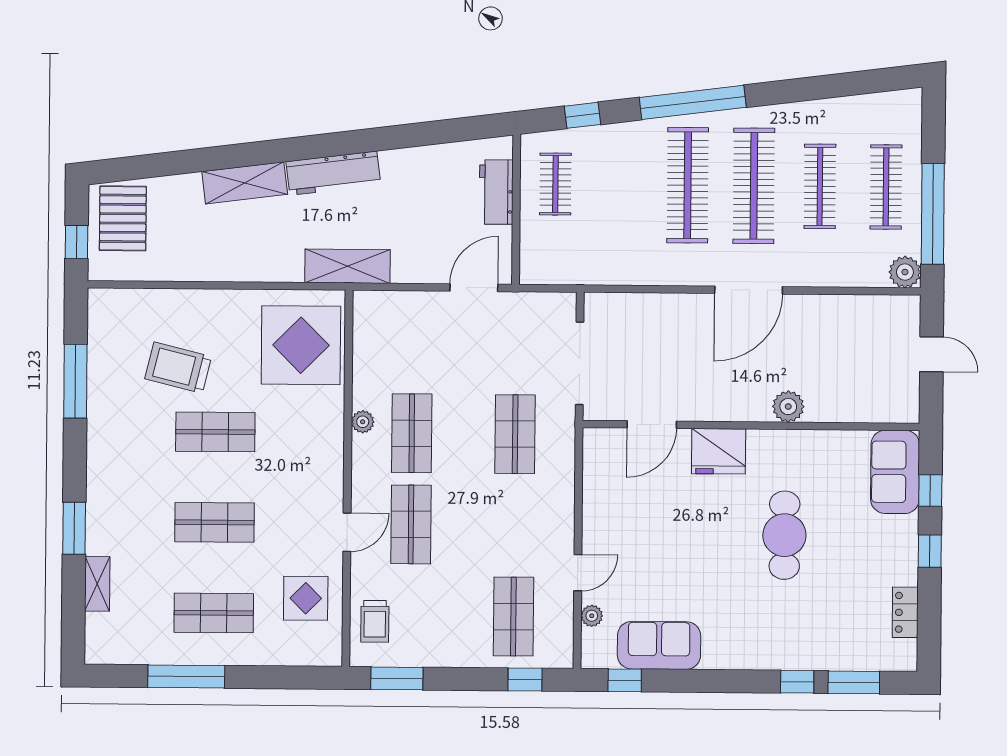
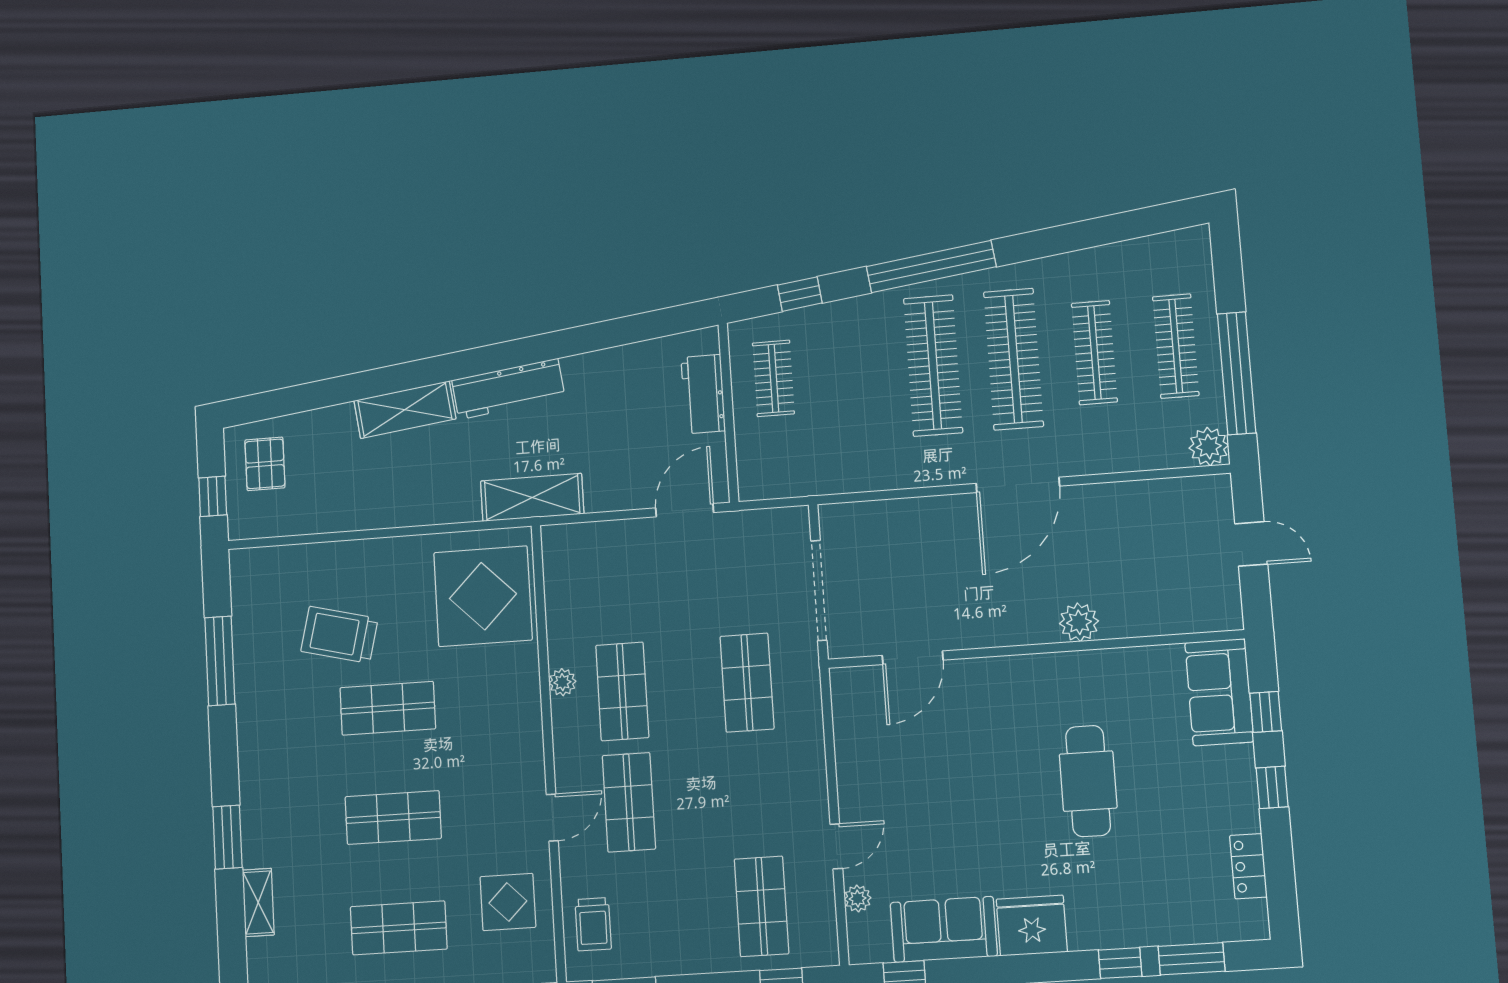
pallet: (123, 218) -> (265, 464), width x0.67, depth x0.71
fridge: (719, 451) -> (1032, 926), moved, turned 180

